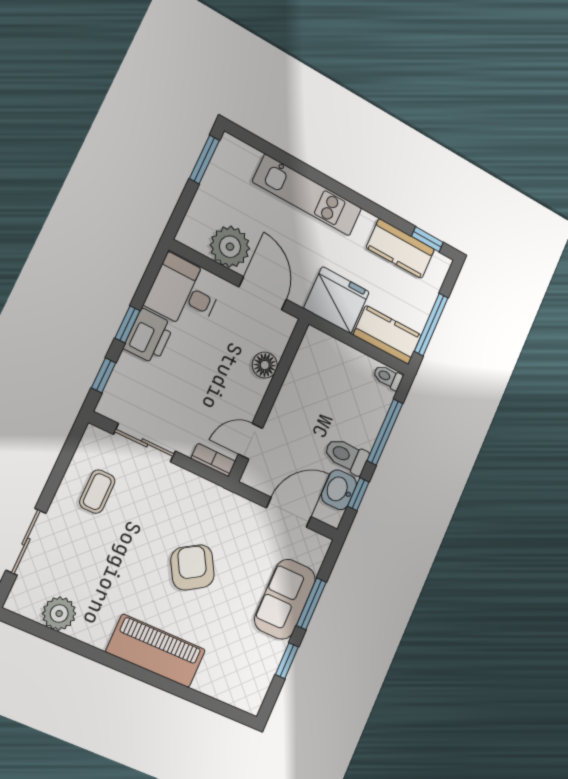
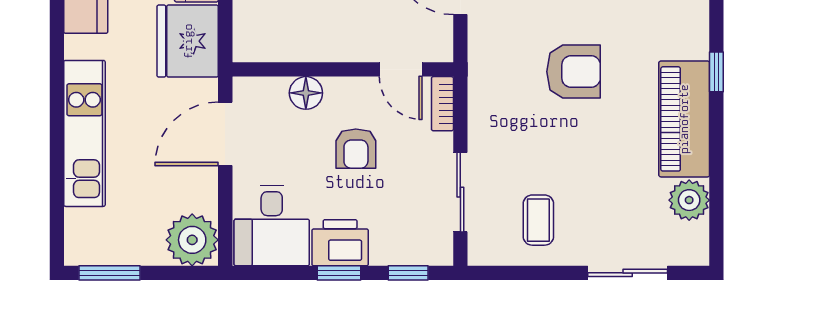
plant: (230, 247) -> (192, 240), moved
armchair: (210, 382) -> (356, 149), added
coffee table: (97, 492) -> (538, 220), turned 90
armchair: (193, 567) -> (574, 72), turned -149
piano: (156, 651) -> (684, 119), moved
window: (144, 675) -> (716, 72), added

